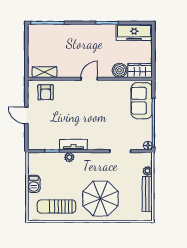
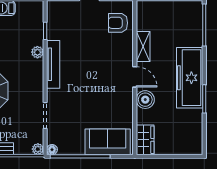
freezer: (134, 32) -> (190, 78), moved, width x1.36, depth x1.26
boiler: (120, 70) -> (145, 100), moved
shelving: (44, 72) -> (143, 47), moved
tv unit: (73, 145) -> (53, 64), width x1.41
plant: (147, 171) -> (38, 149), moved

